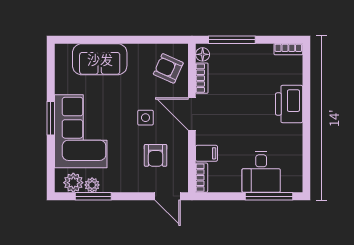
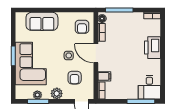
armchair: (168, 68) -> (82, 27), turned -114
desk: (261, 172) -> (149, 87), moved
plant: (73, 183) -> (57, 93), moved

